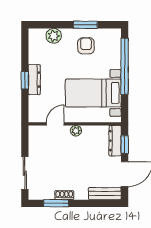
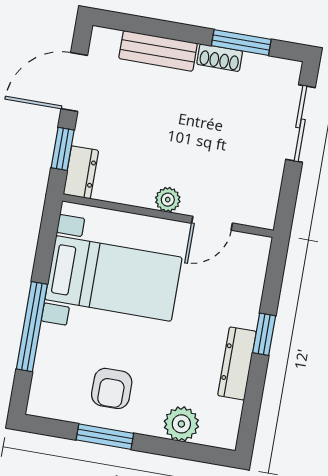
window: (125, 66) -> (32, 327), width x0.68
dresser: (34, 80) -> (237, 363), moved
dresser: (115, 141) -> (81, 172), width x0.70
bench: (105, 194) -> (158, 51), moved

